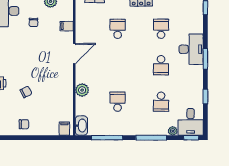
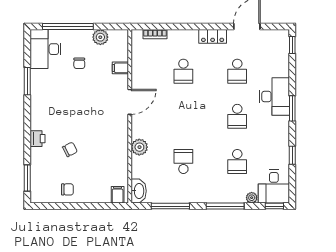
school desk: (118, 29) -> (183, 71), turned 180
school desk: (161, 29) -> (237, 71), turned 180

